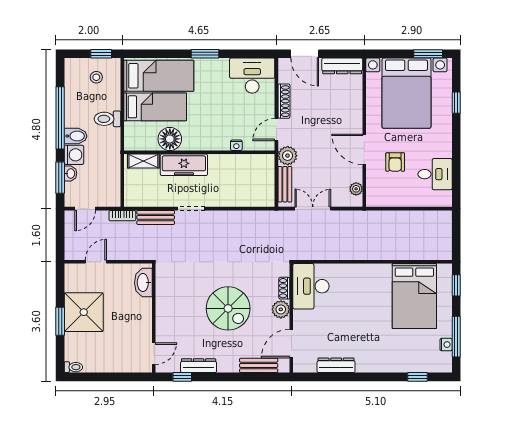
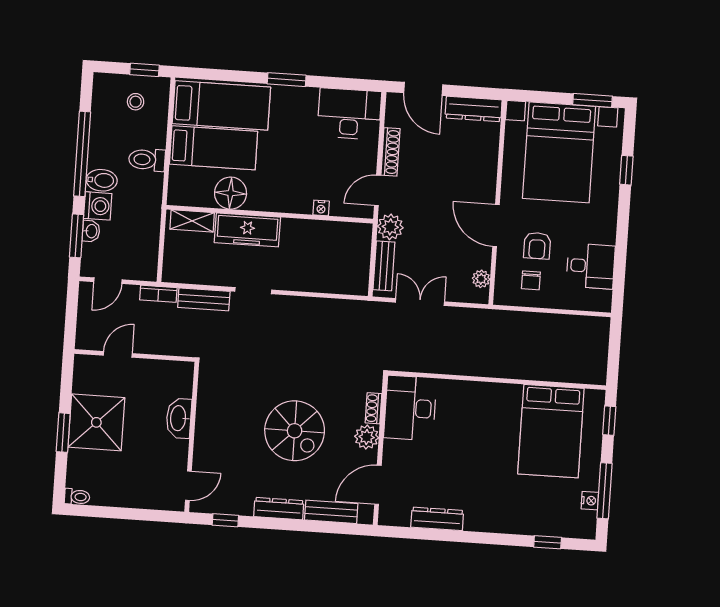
chair: (392, 187) -> (531, 280), added
washbasin: (143, 283) -> (179, 418), moved
dresser: (199, 366) -> (279, 509), moved

